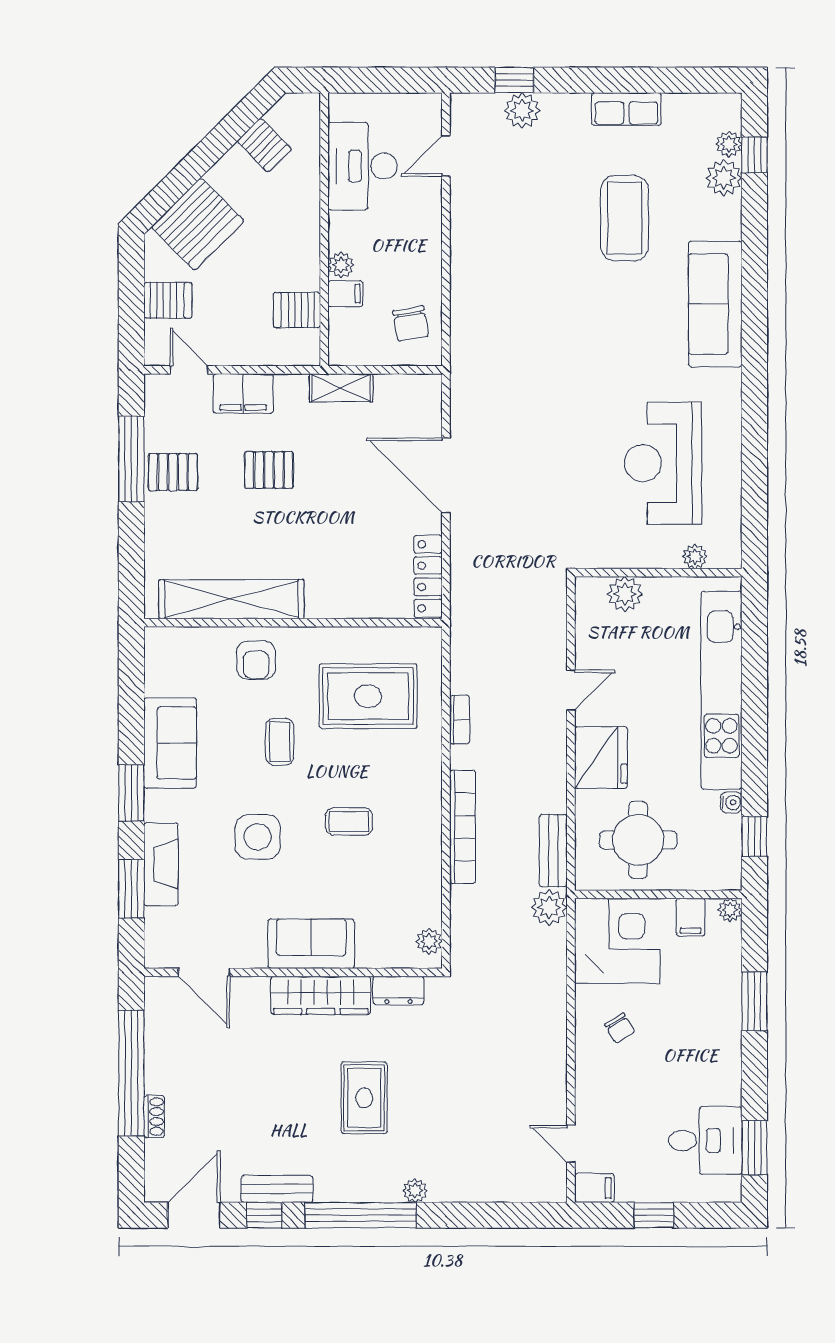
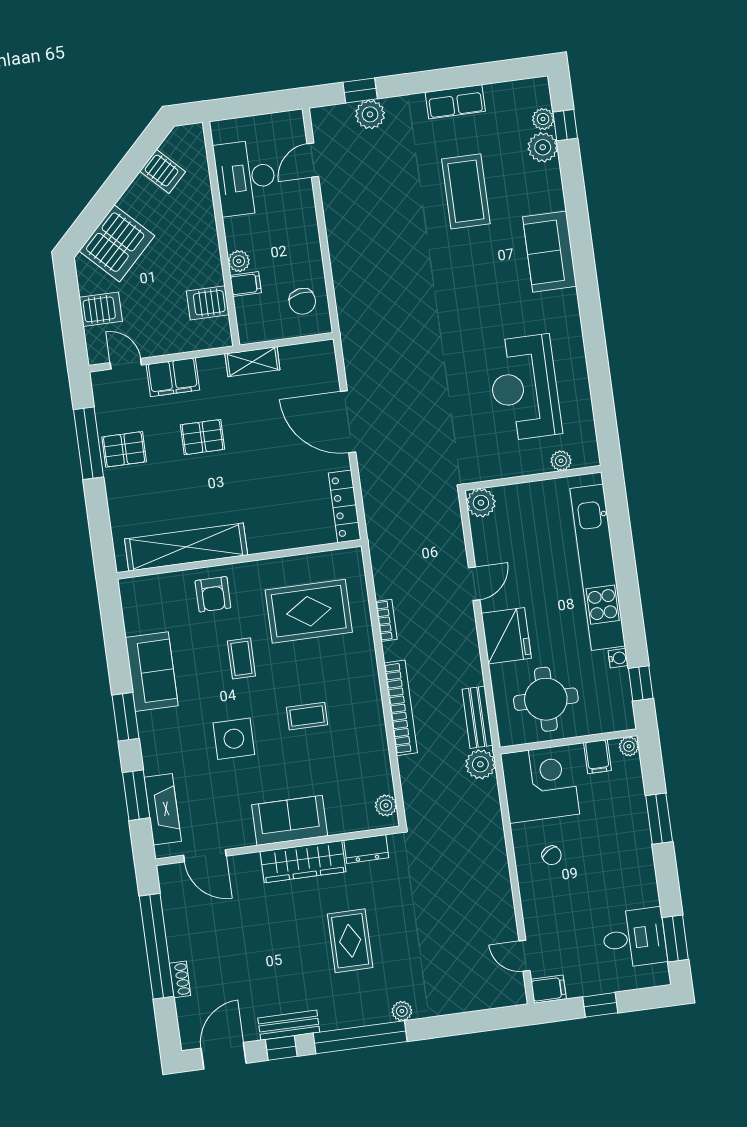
sofa: (715, 304) -> (550, 252), width x0.73
plant: (625, 594) -> (481, 503), moved
fireplace: (161, 864) -> (163, 809), moved

